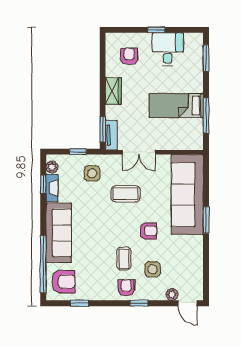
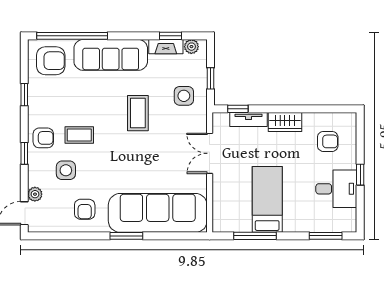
window: (103, 129) -> (238, 109), width x0.67
tv unit: (111, 135) -> (248, 119), moved
coffee table: (126, 194) -> (138, 113), moved
armchair: (148, 231) -> (85, 209), moved
armchair: (63, 282) -> (51, 61), turned -90
window: (79, 303) -> (24, 95), moved

